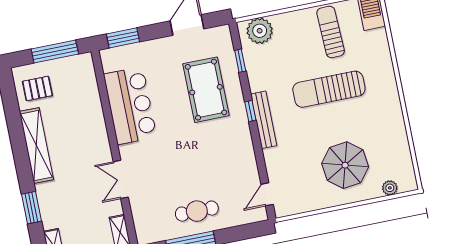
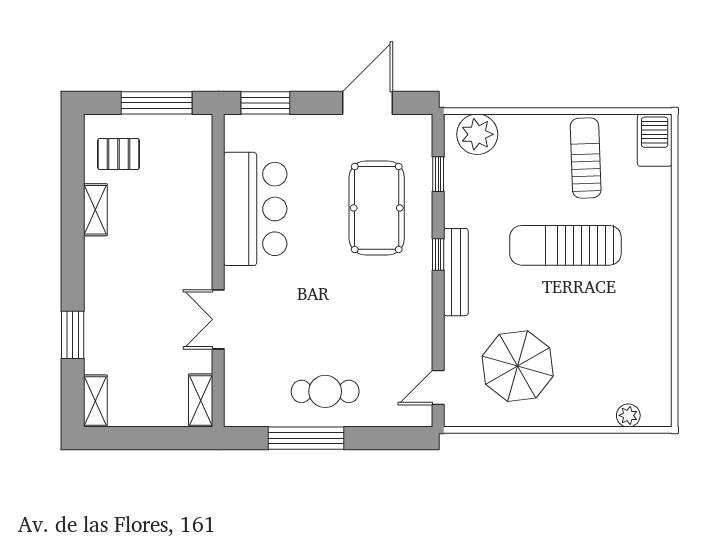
shelving: (36, 145) -> (95, 210), width x0.45, depth x0.75
parasol: (345, 165) -> (518, 366), moved

